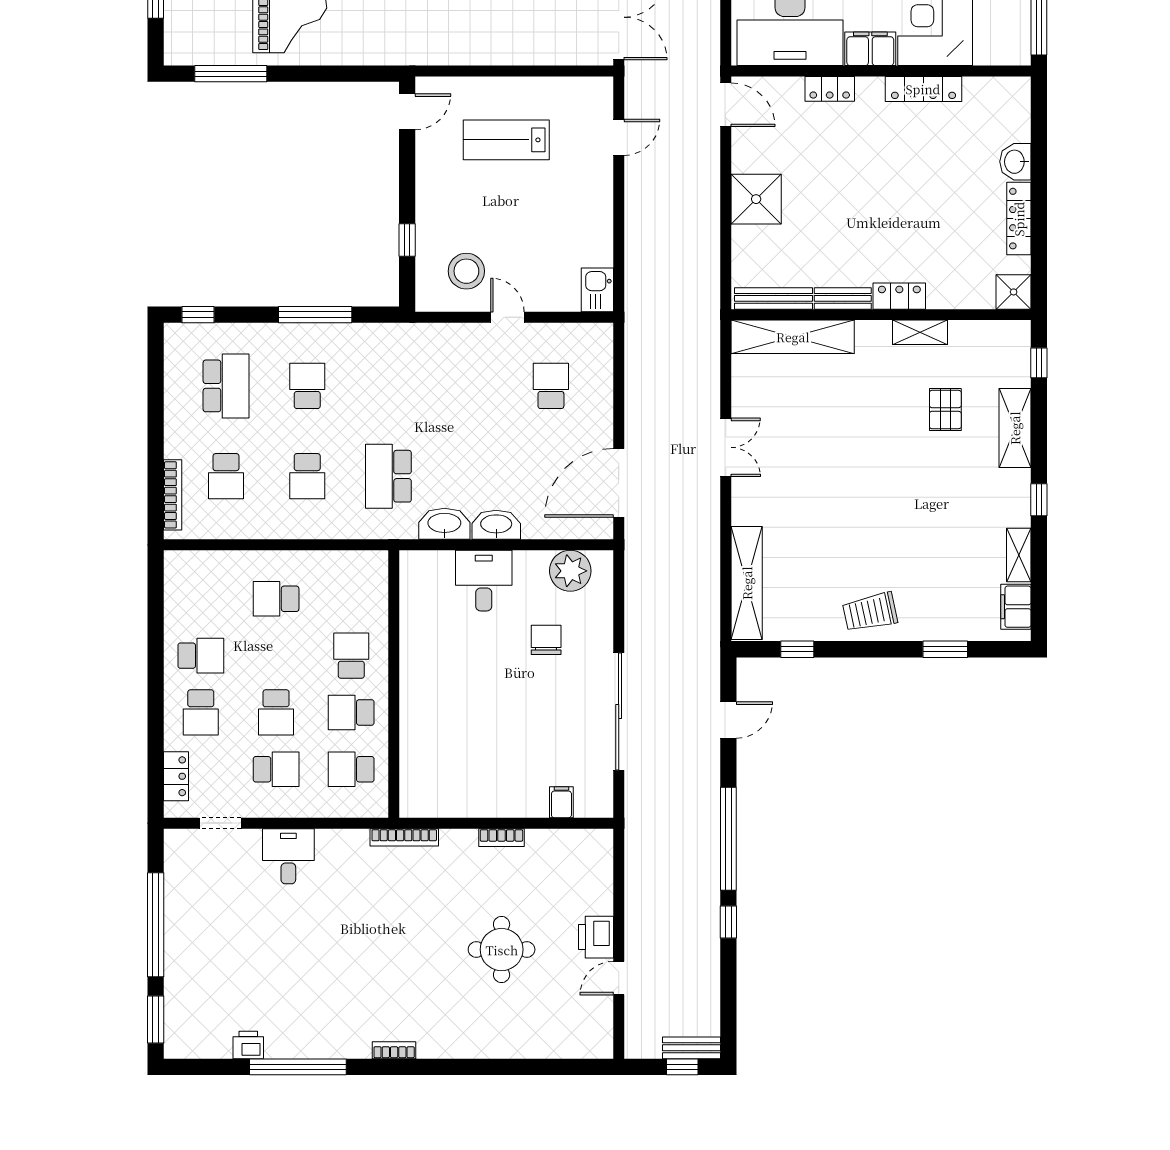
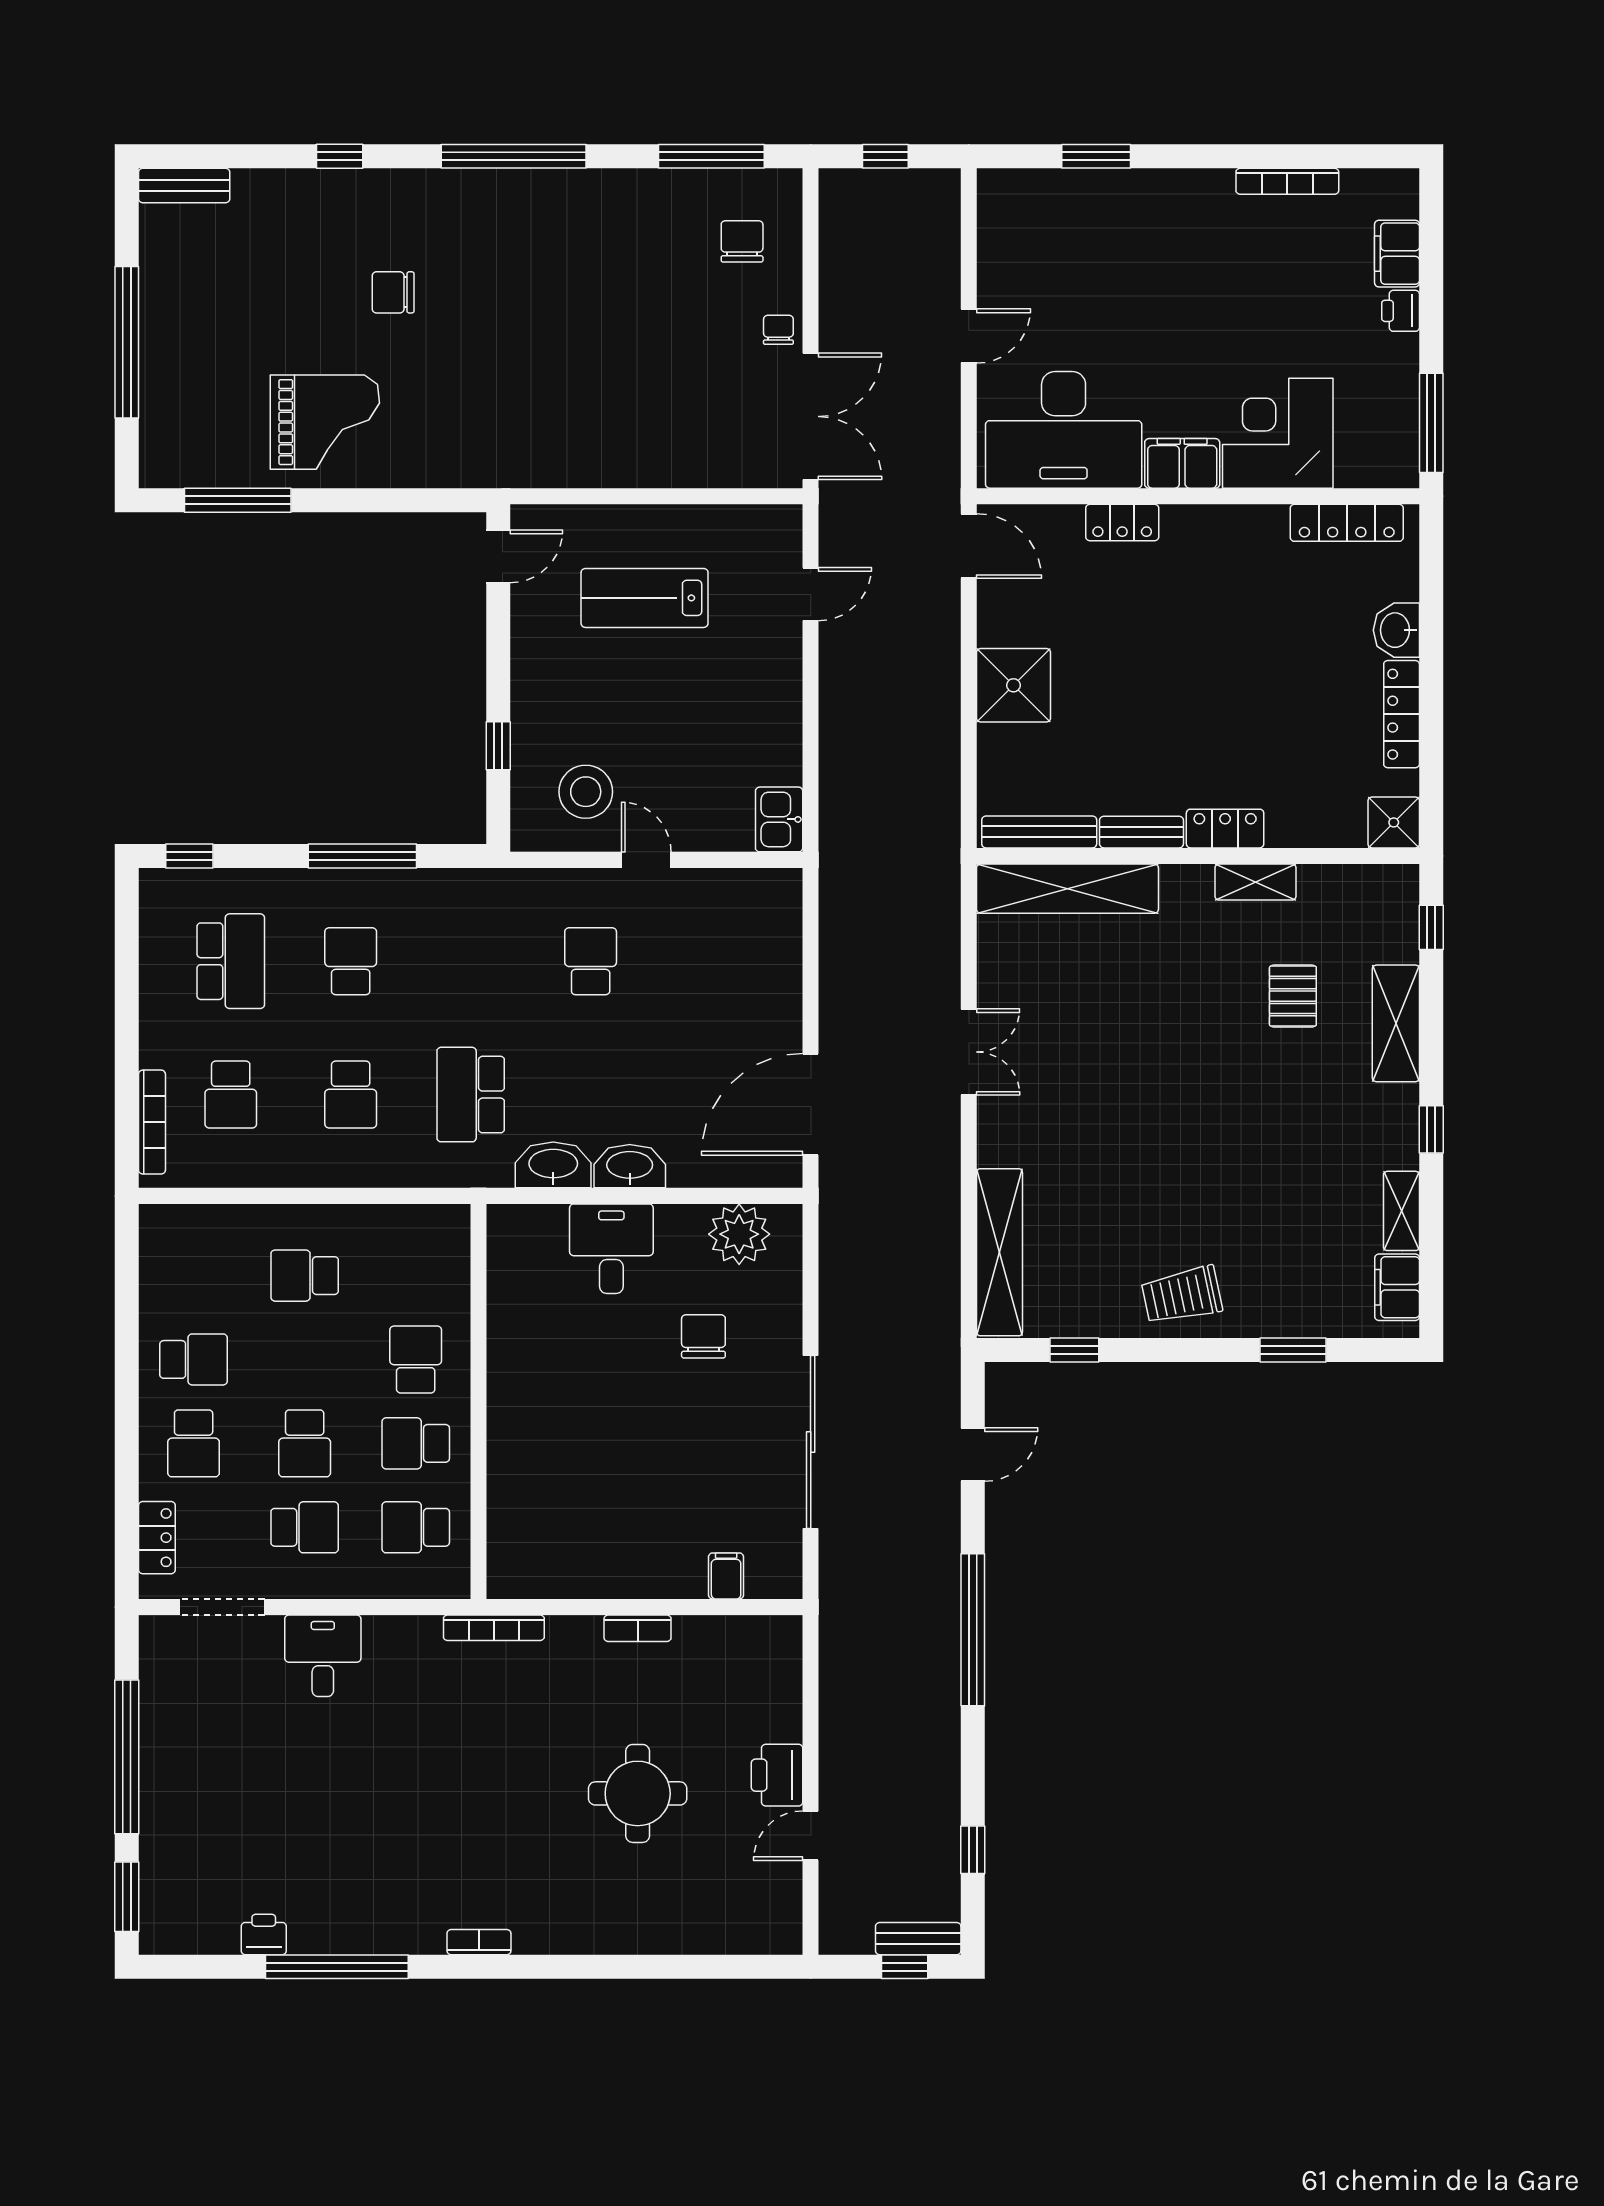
locker: (923, 89) -> (1347, 523), moved
school desk: (551, 386) -> (591, 961), moved
doorway: (220, 823) -> (222, 1607), width x1.38
window: (728, 922) -> (973, 1850), moved

